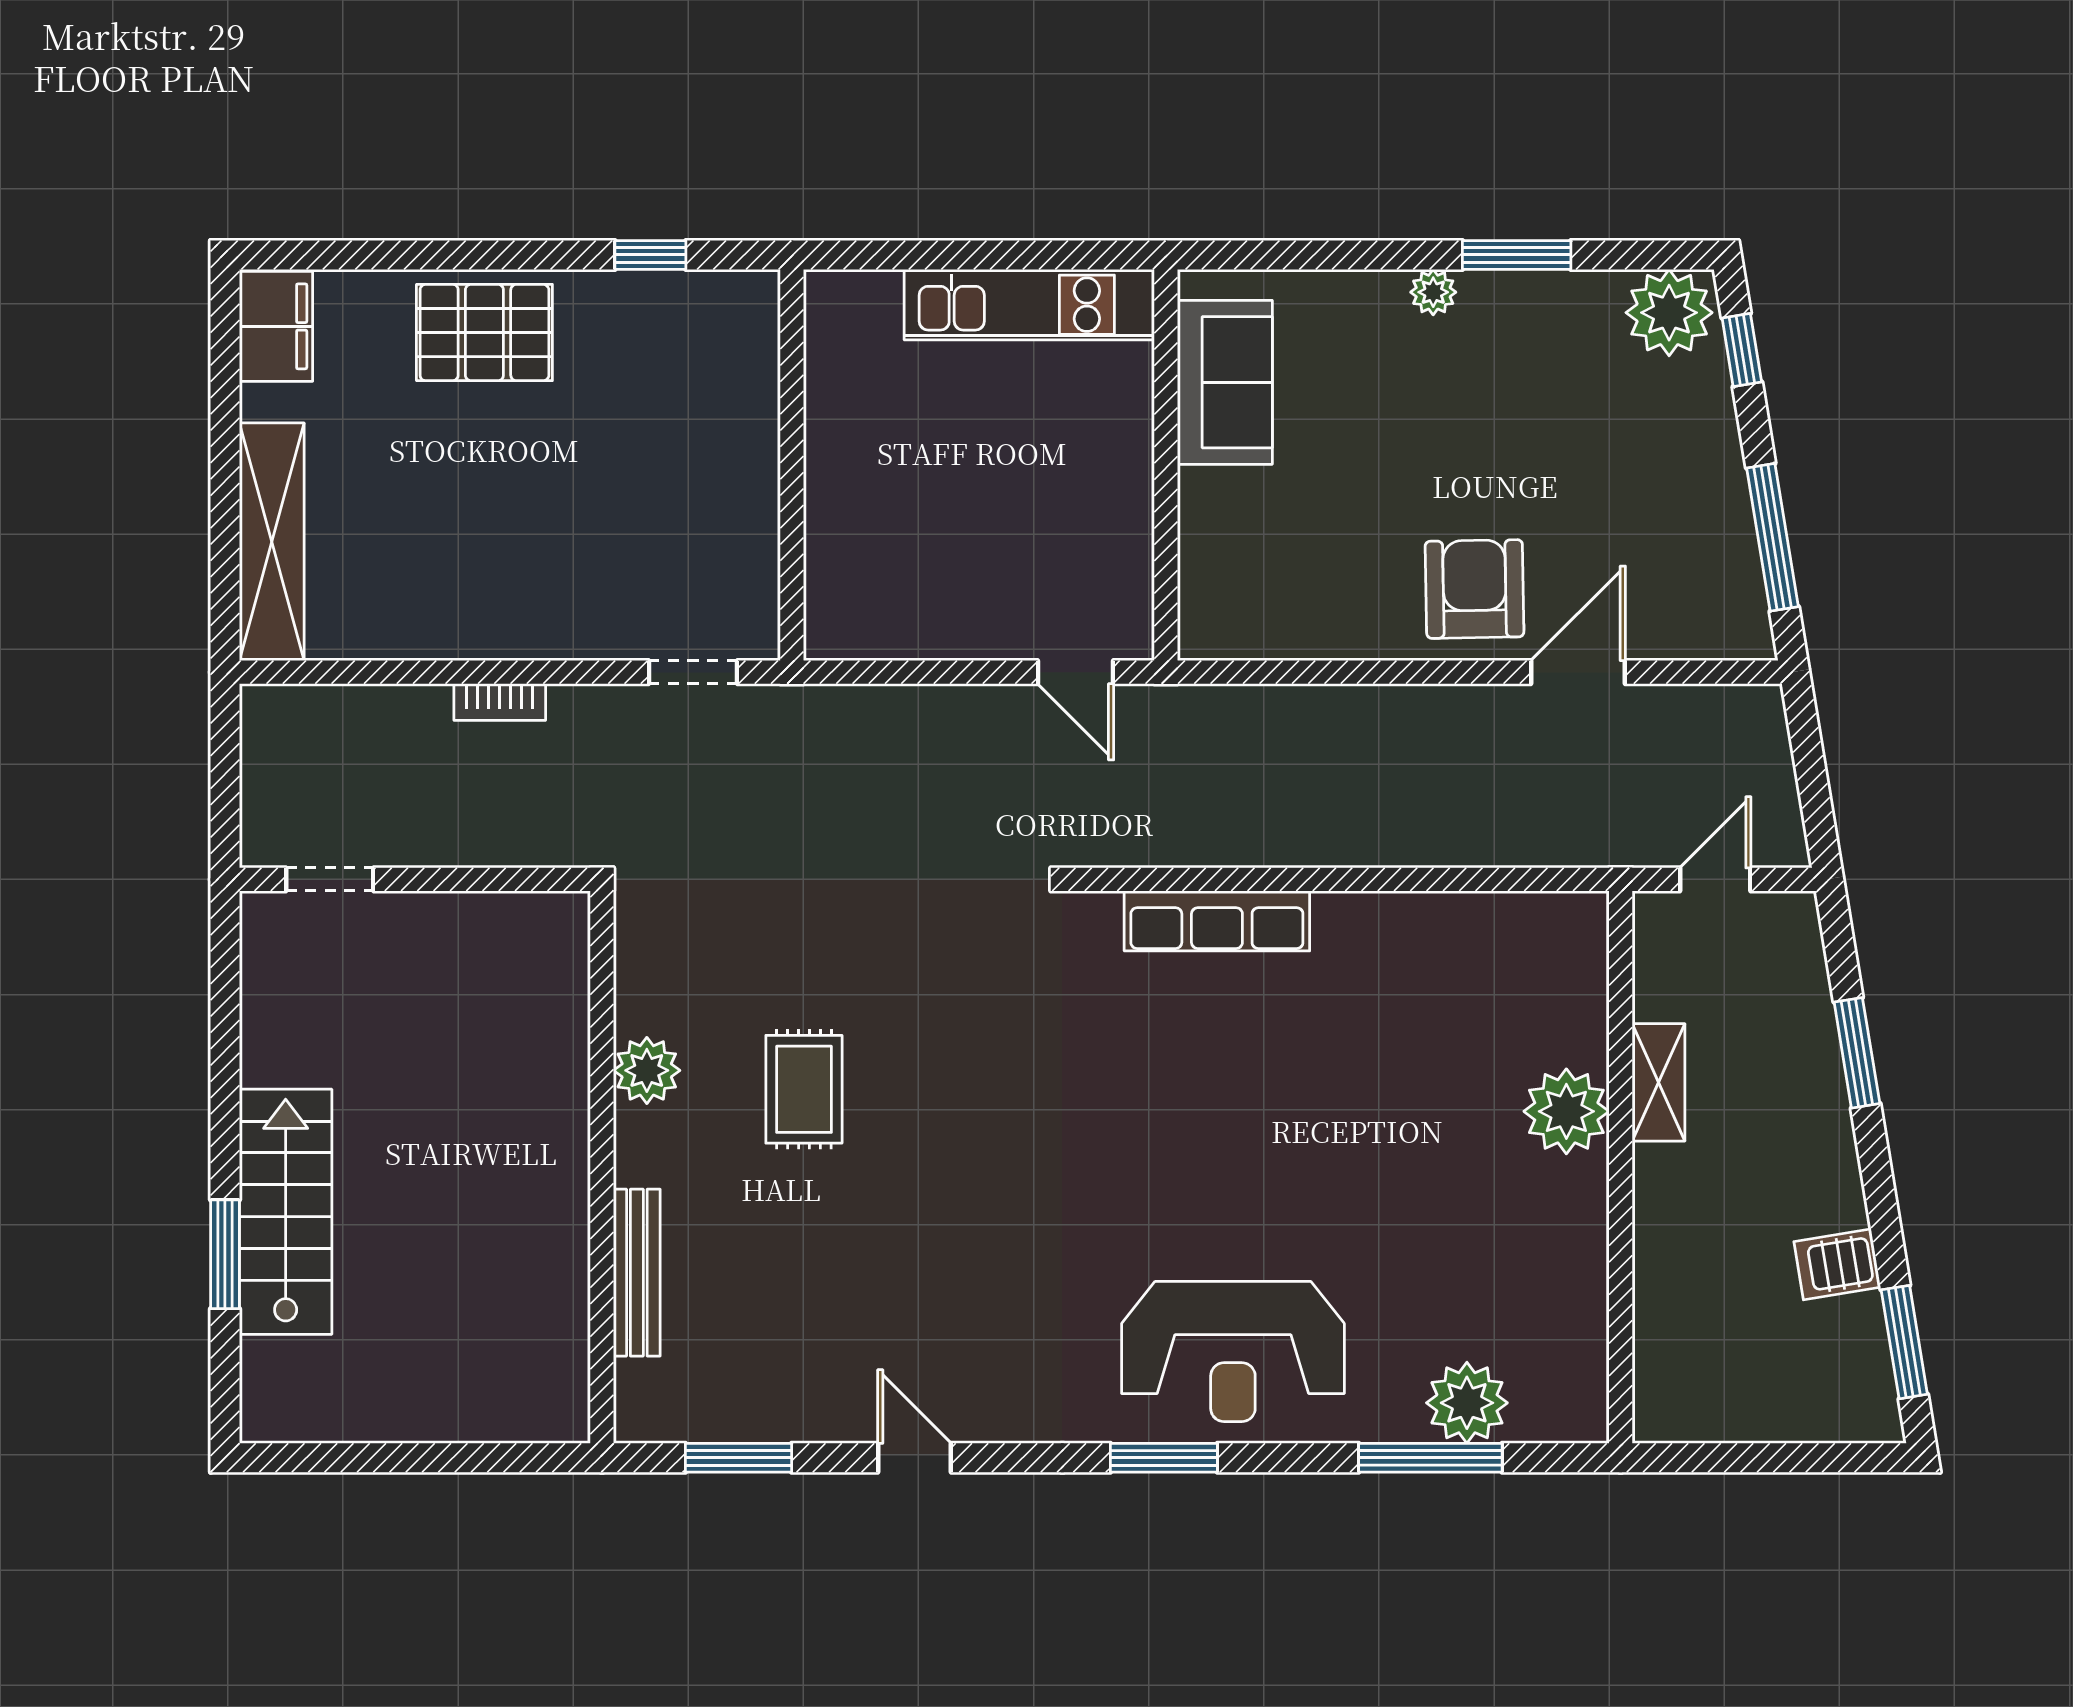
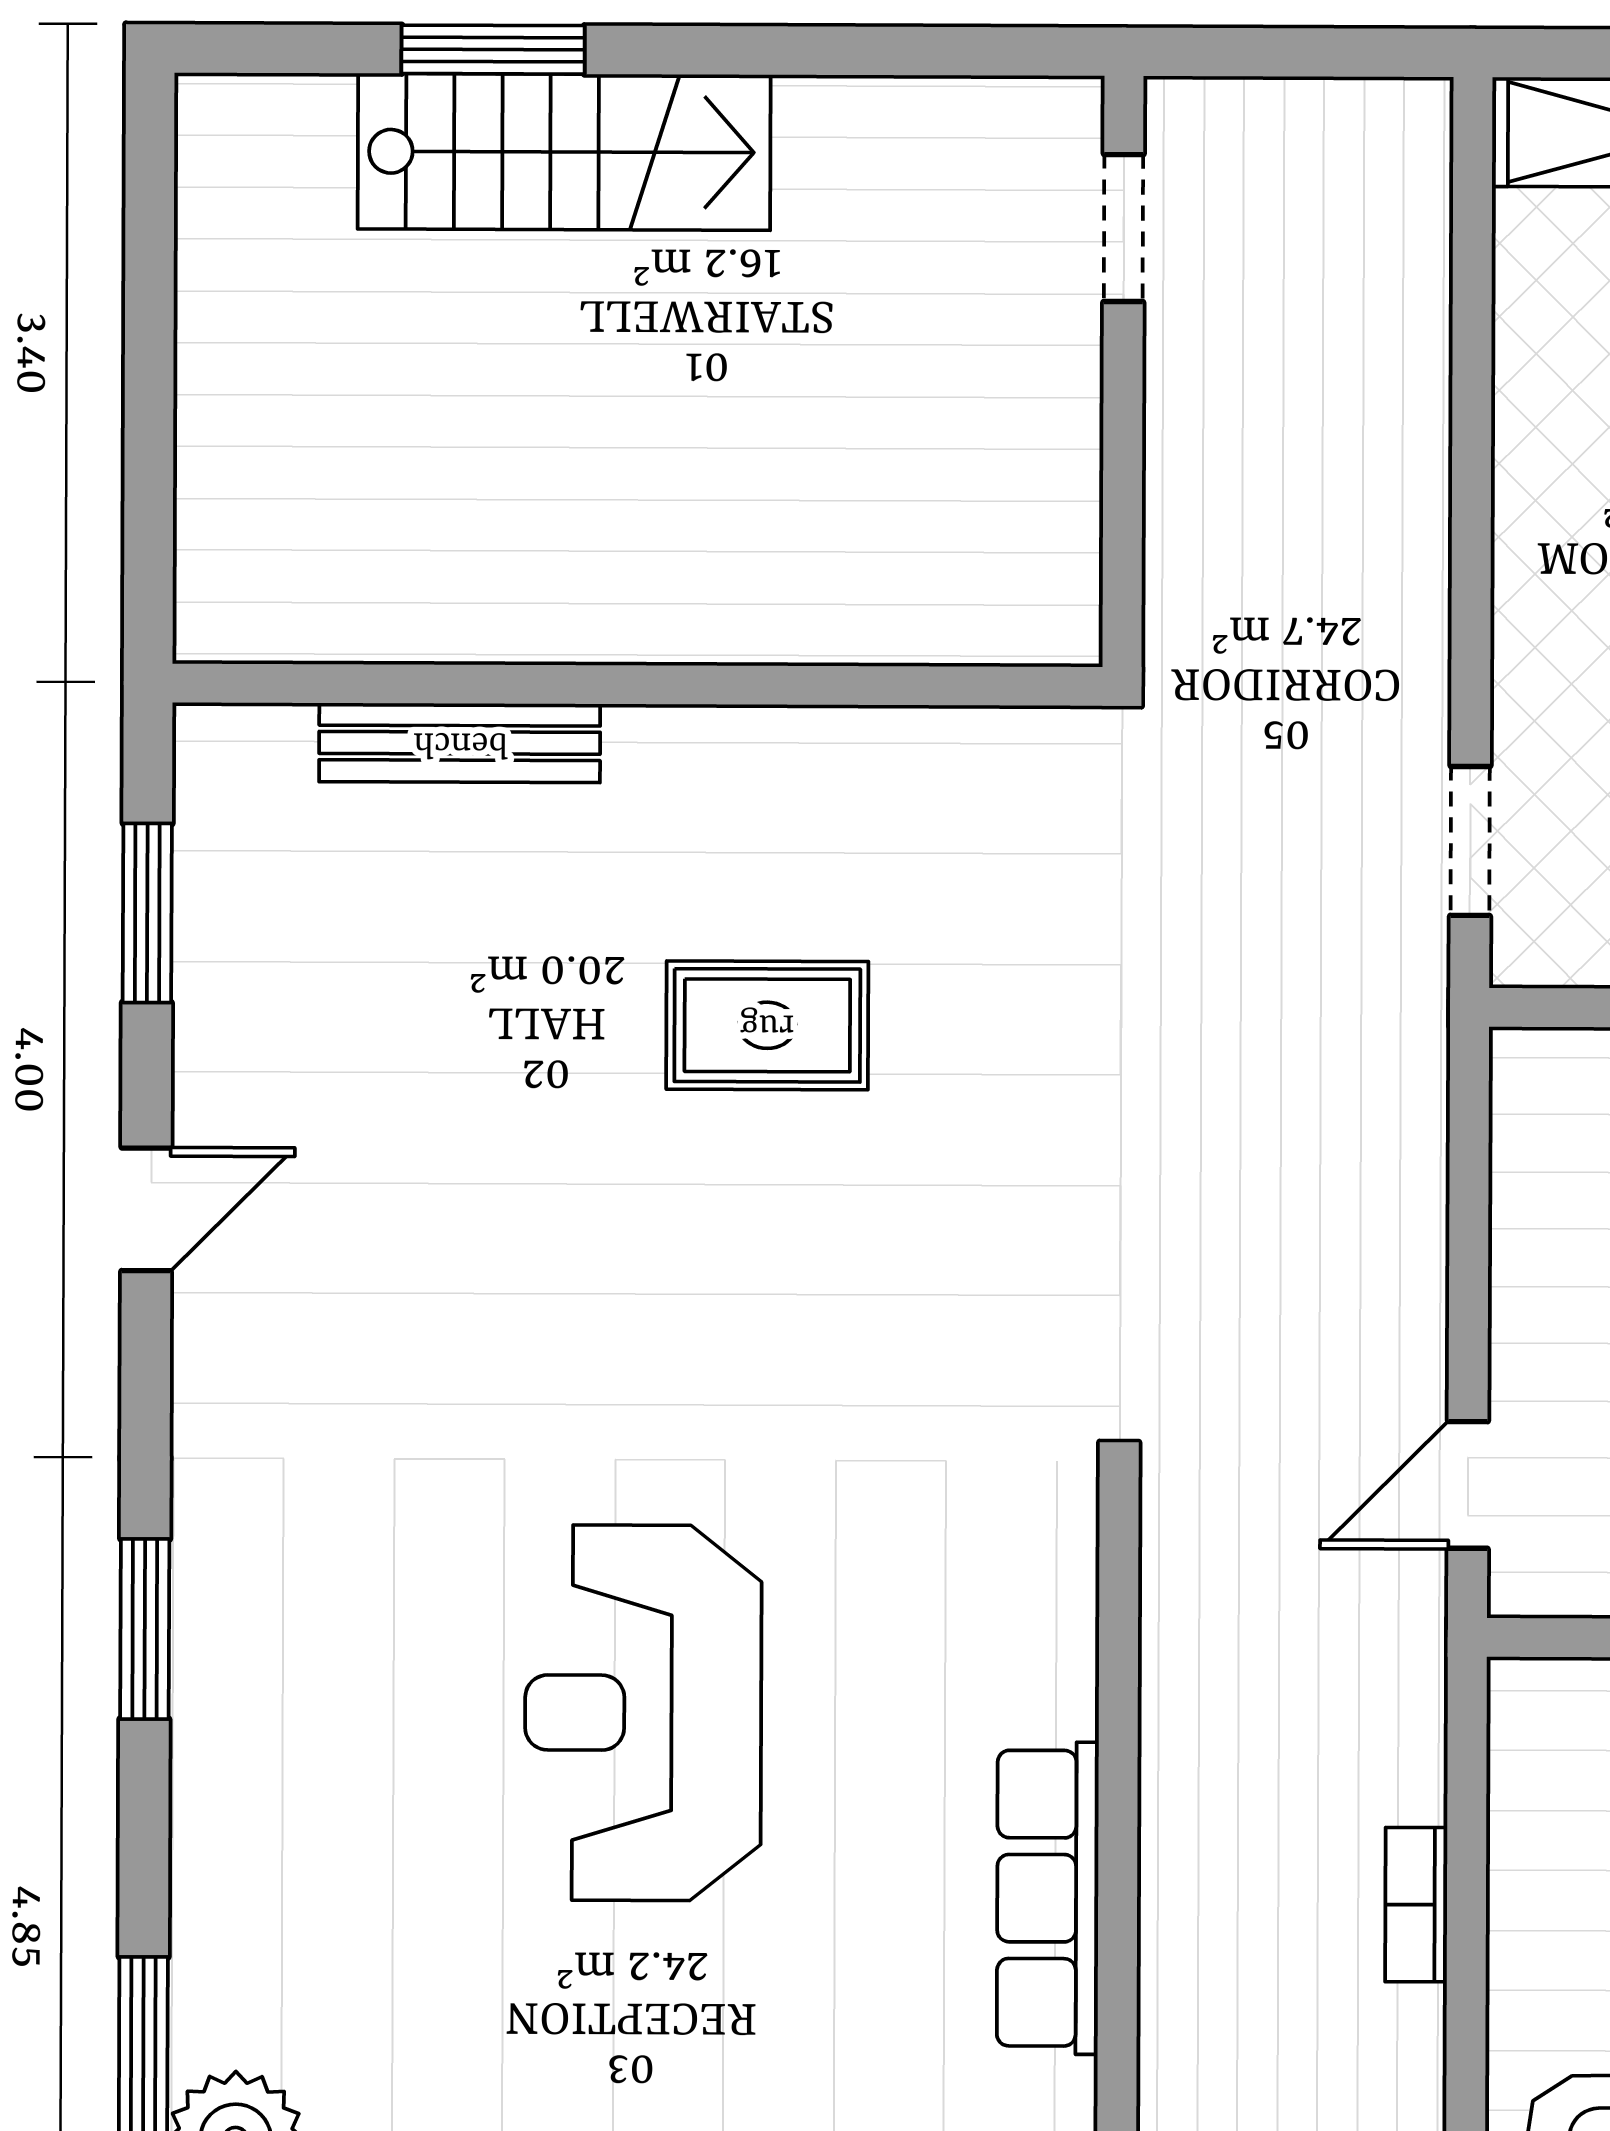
bookcase: (500, 702) -> (1416, 1905), moved
row of seats: (1217, 921) -> (1048, 1898), moved
plant: (647, 1070) -> (800, 761), removed
reception desk: (1233, 1352) -> (643, 1713), moved

